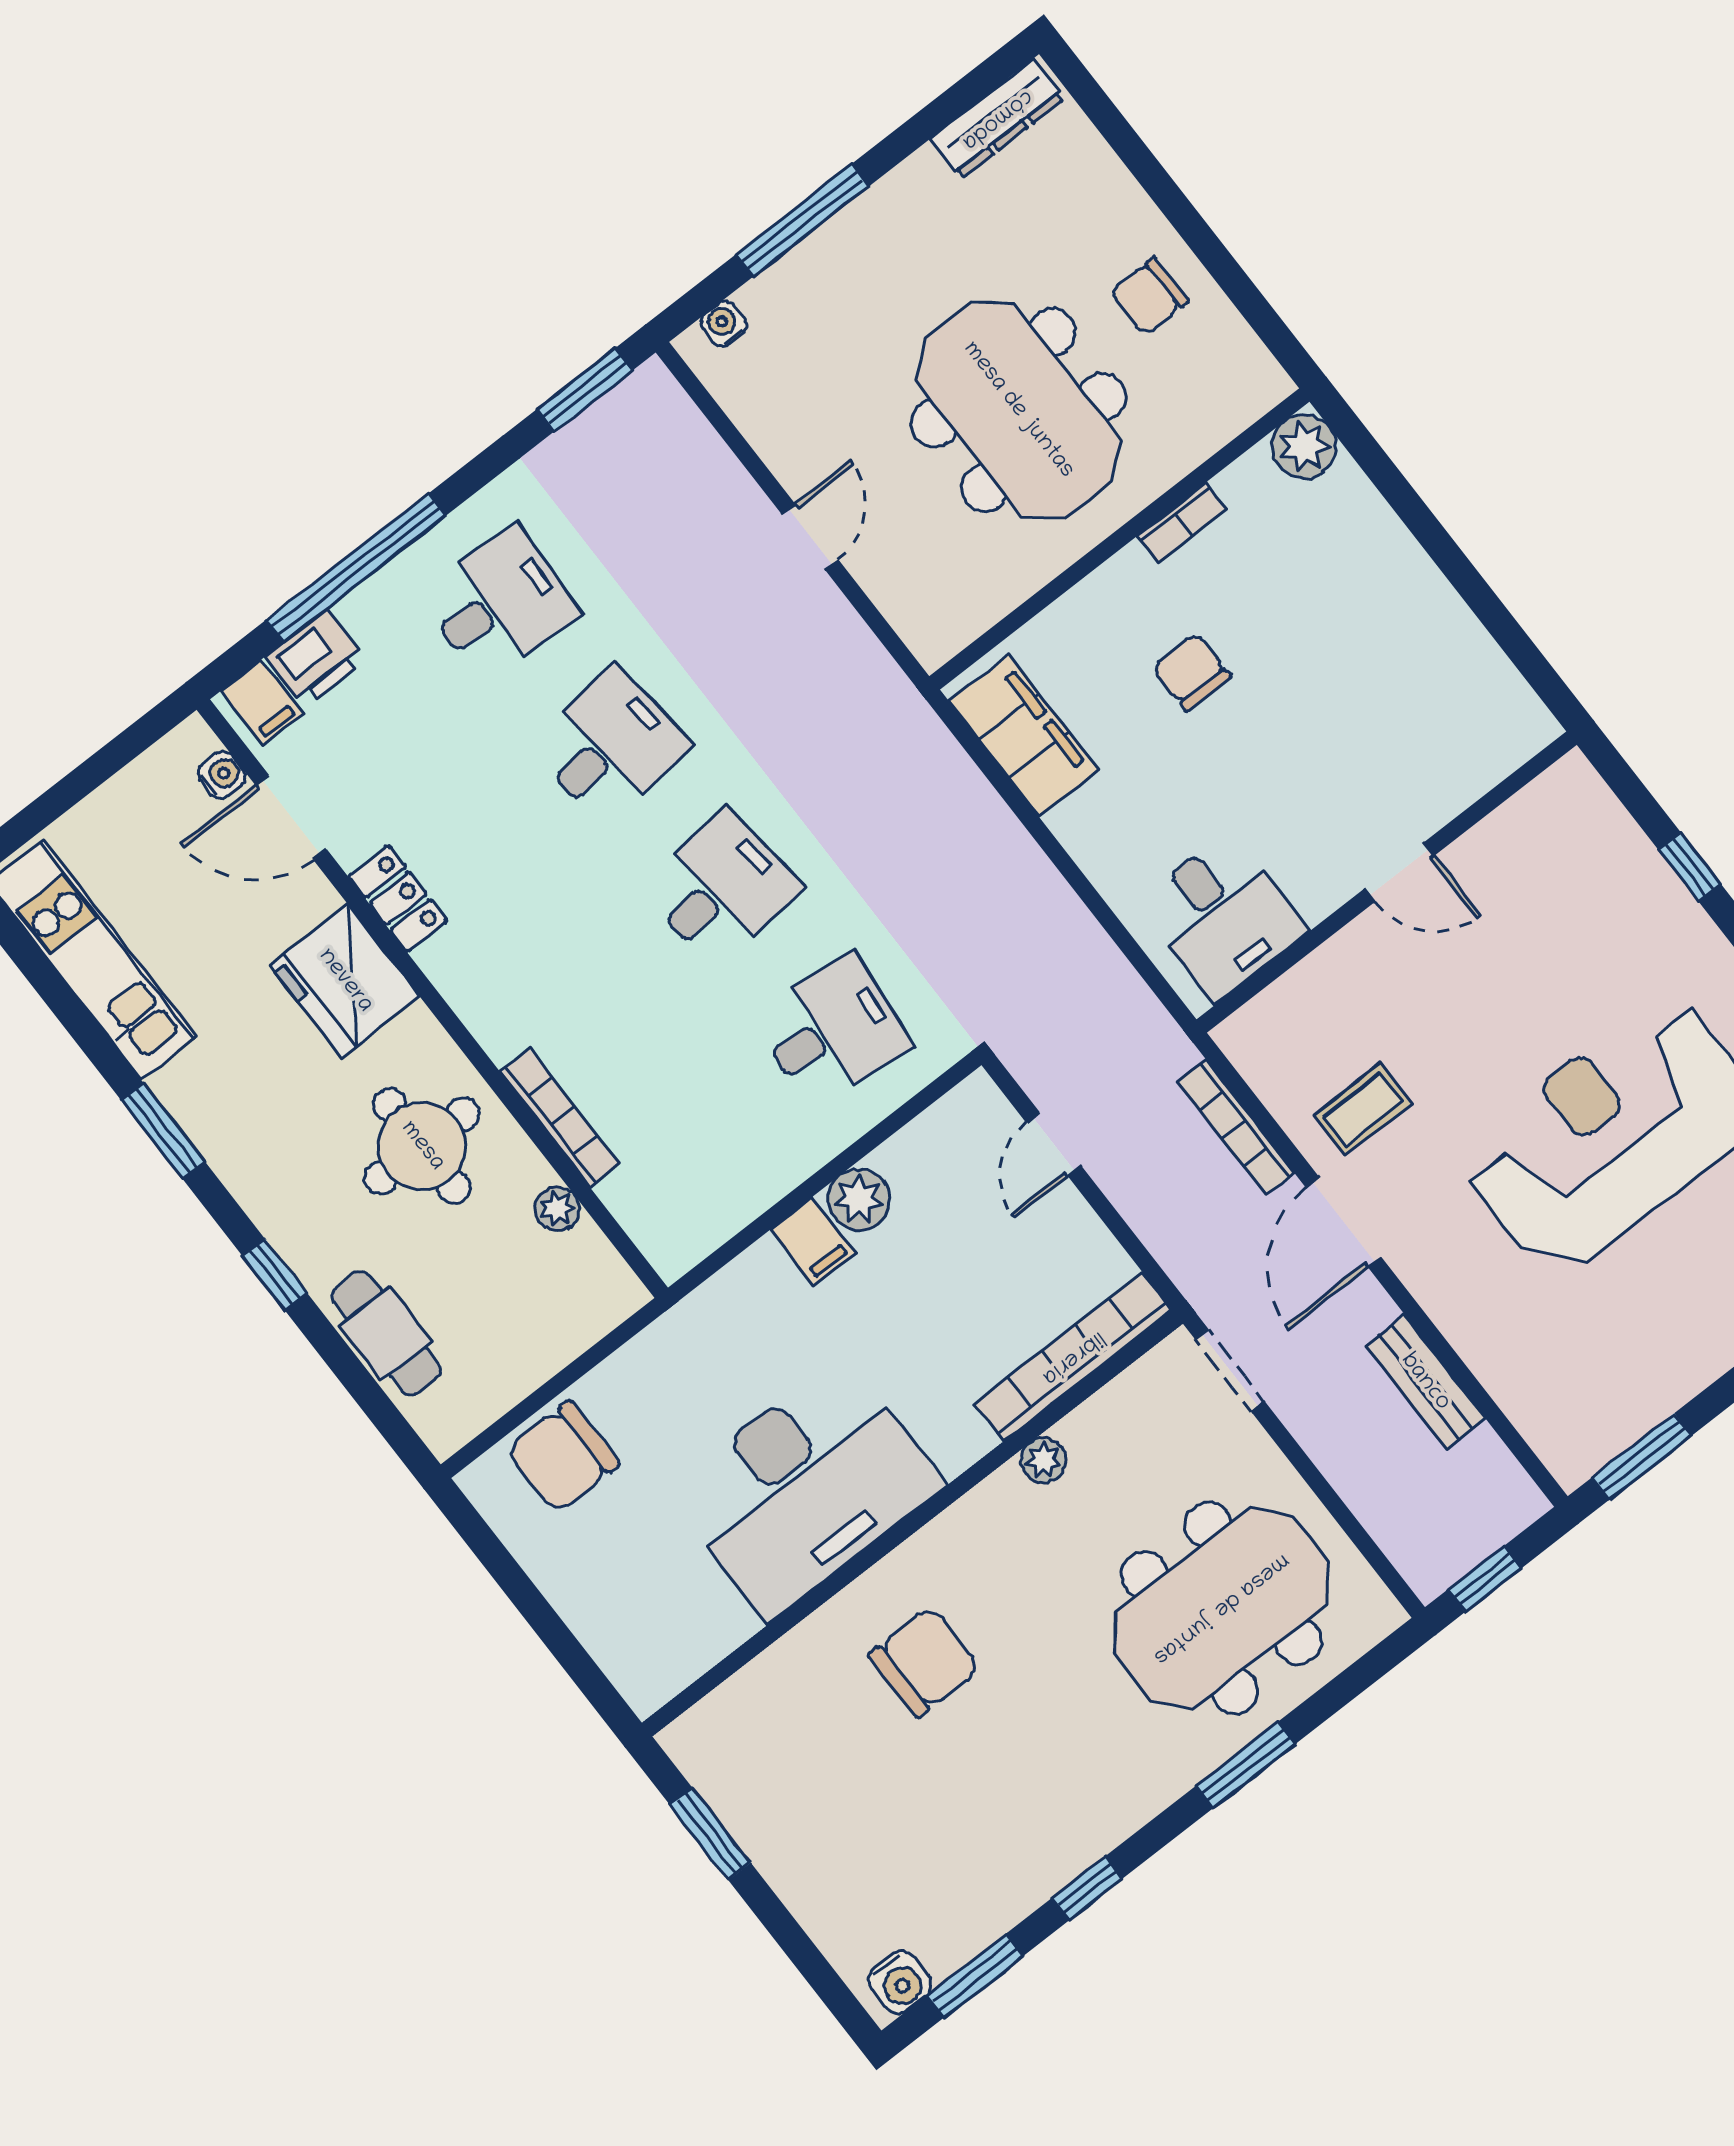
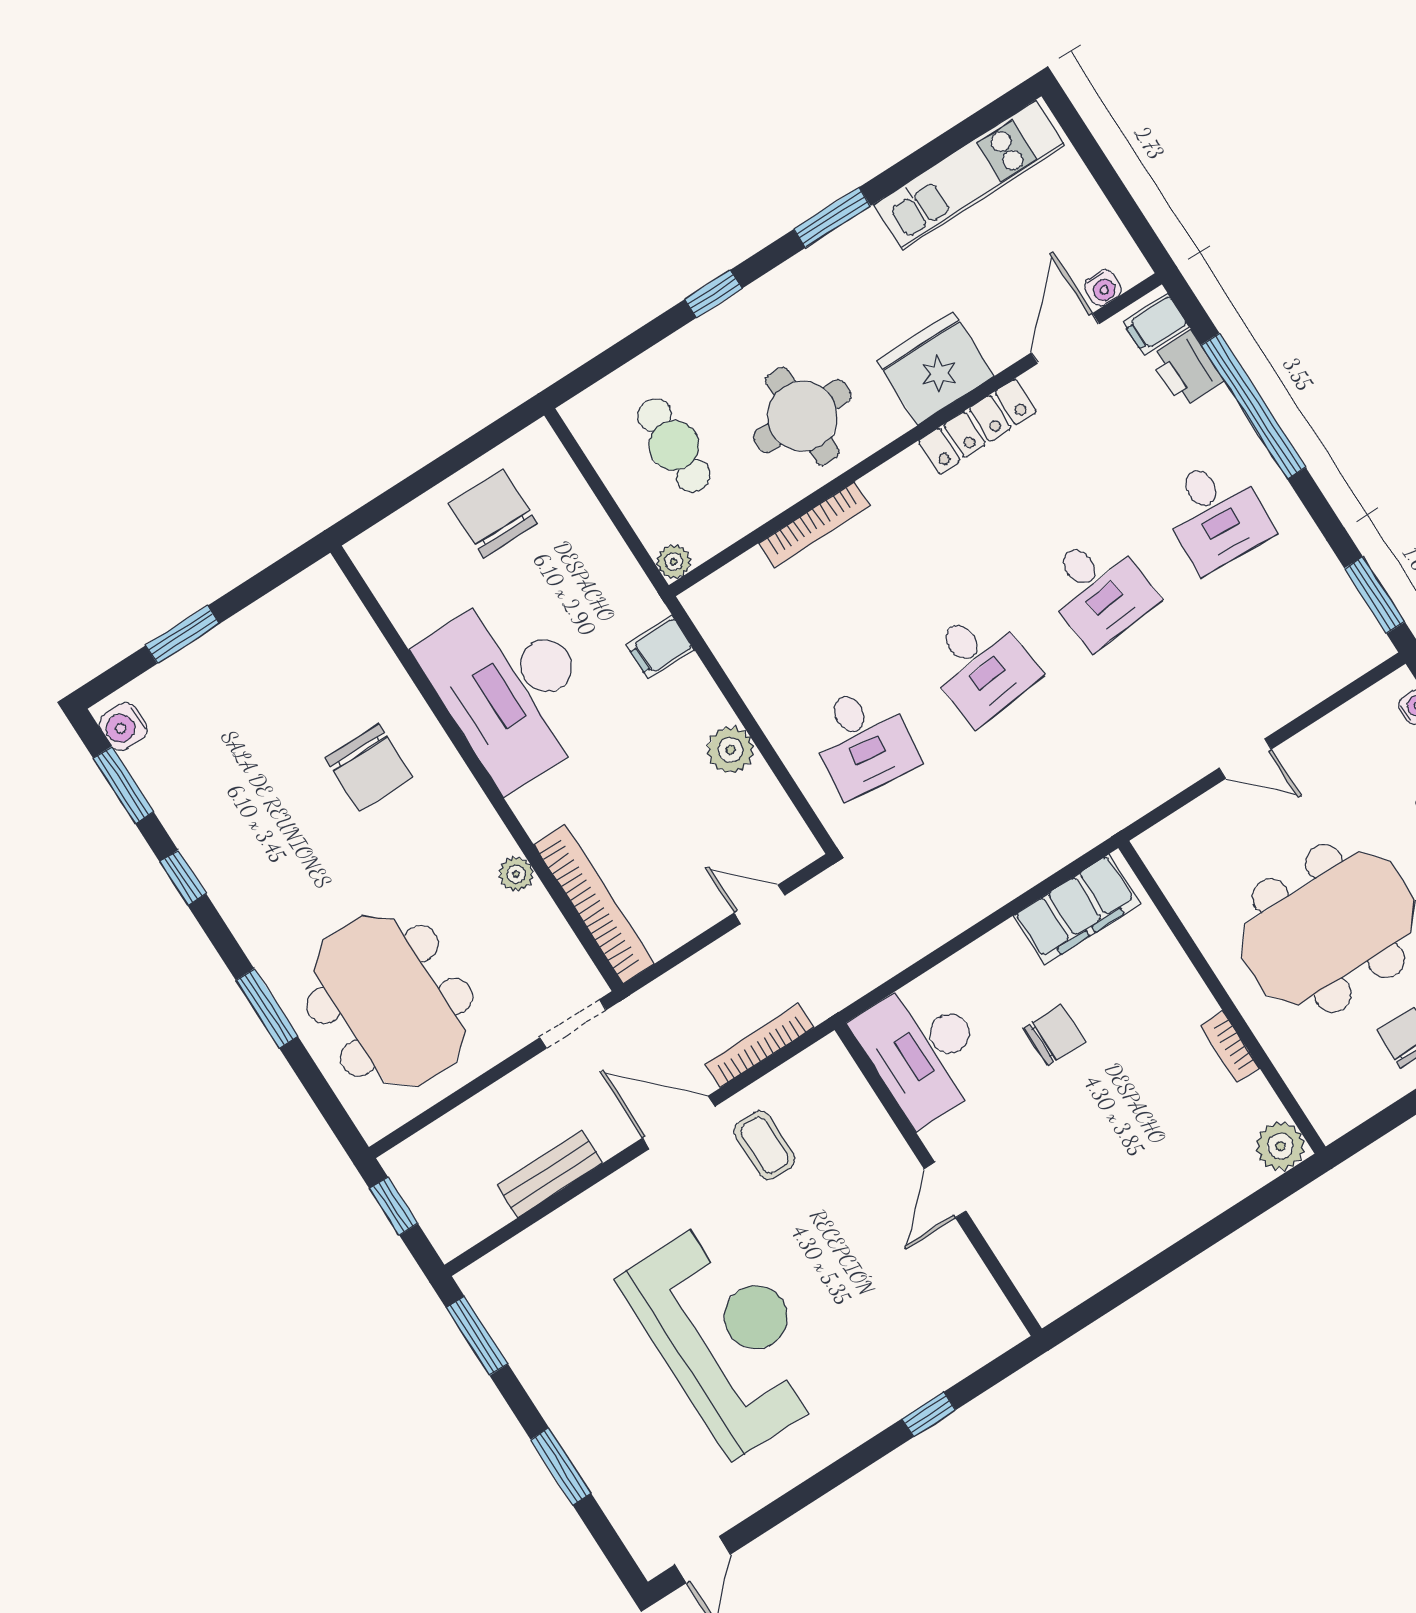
chair: (1191, 672) -> (1054, 1035), moved
locker: (398, 899) -> (977, 426), width x1.53
desk: (1223, 916) -> (923, 1050), width x1.37
plant: (557, 1209) -> (674, 562), moved
filing cabinet: (813, 1241) -> (660, 647), moved
cafe table: (386, 1333) -> (674, 445), moved, turned 90
chair: (563, 1457) -> (493, 514), moved
window: (710, 1834) -> (182, 635), moved

